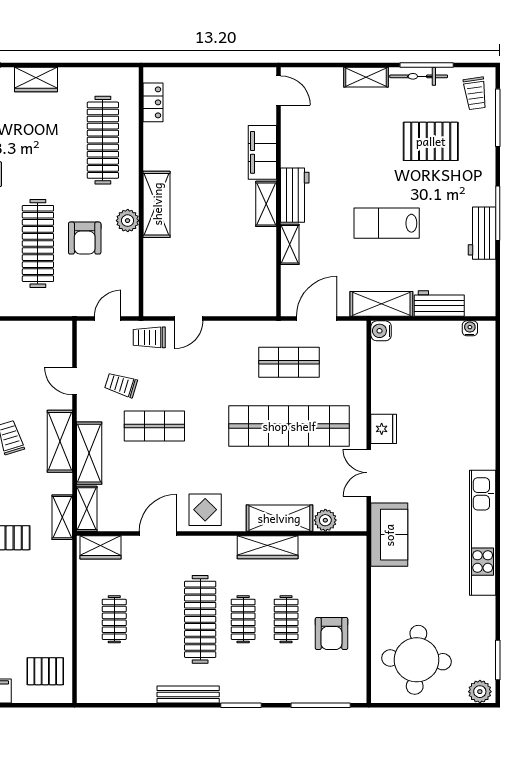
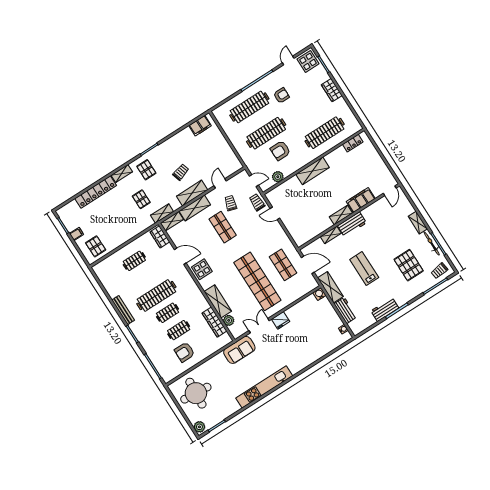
plant: (128, 221) -> (278, 177), moved
wardrobe: (268, 547) -> (214, 322), moved

